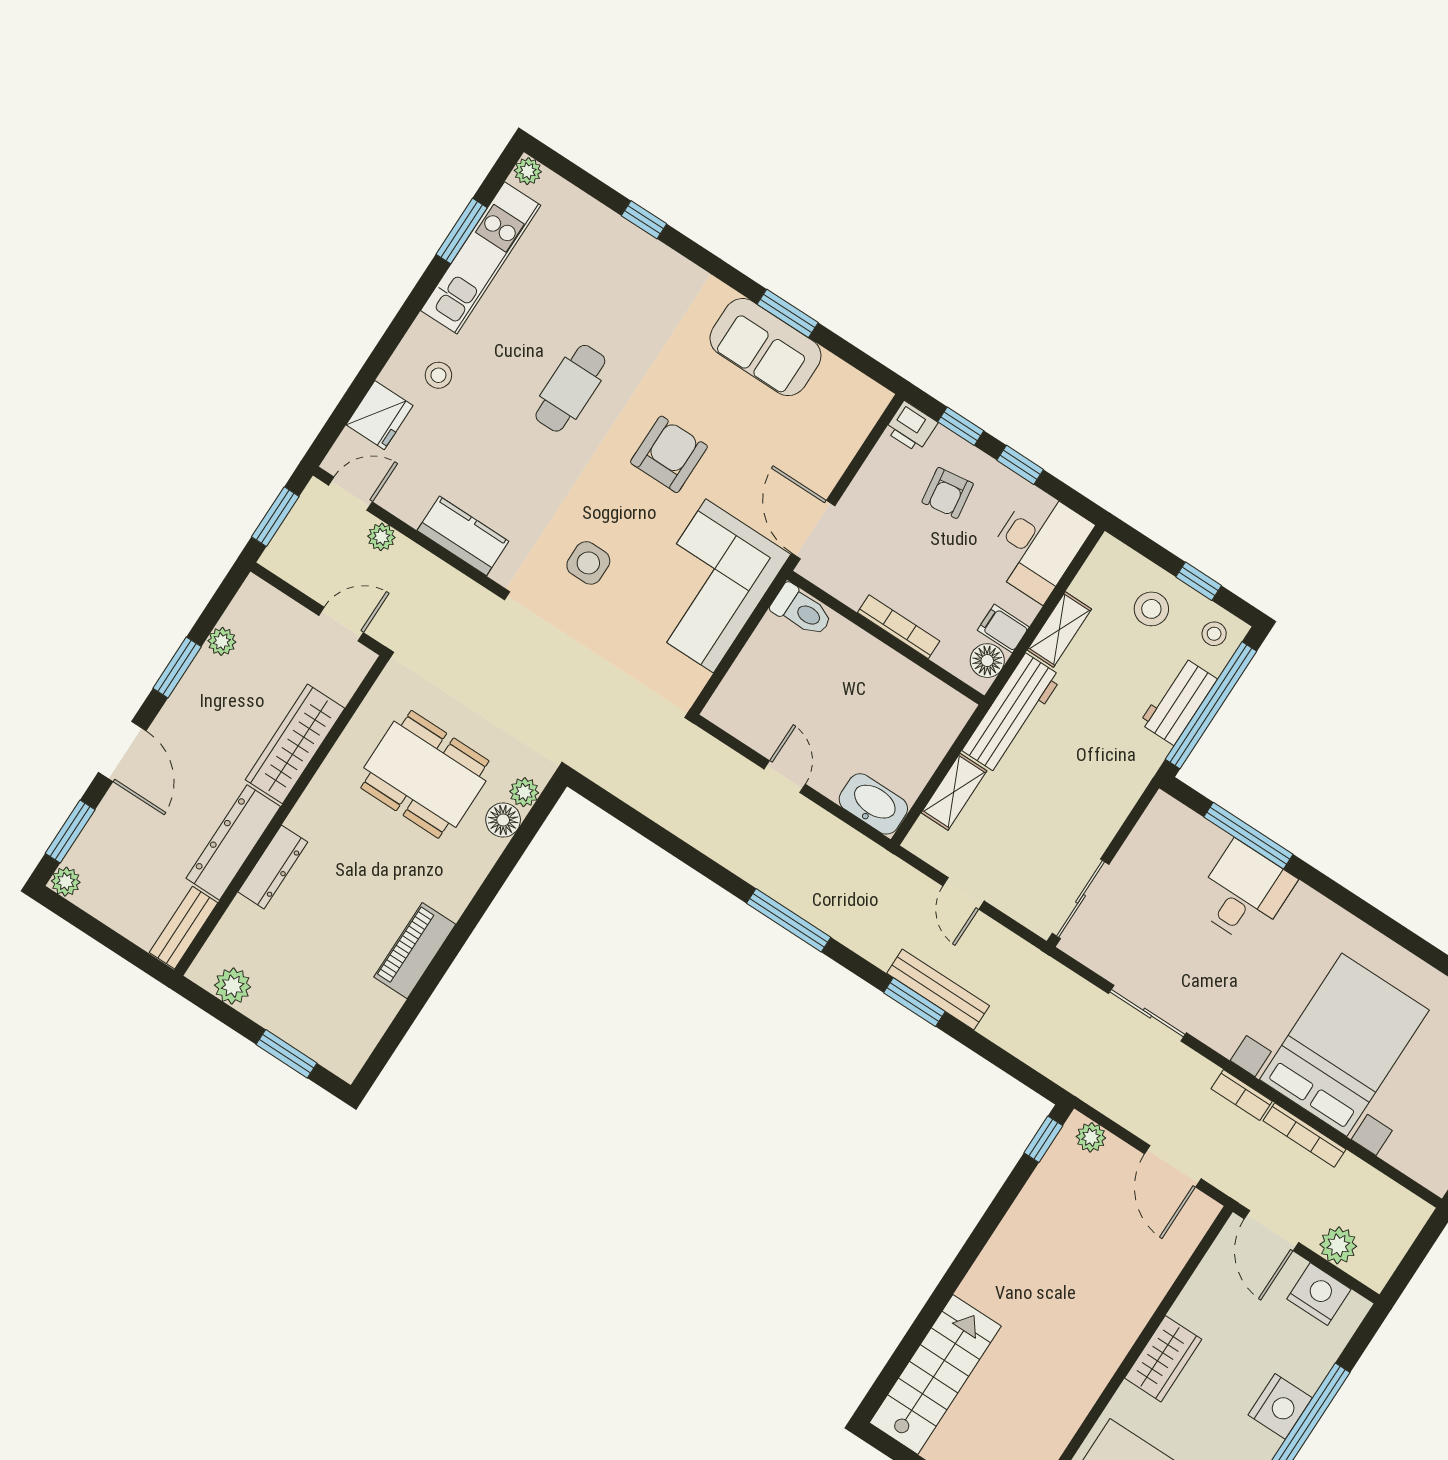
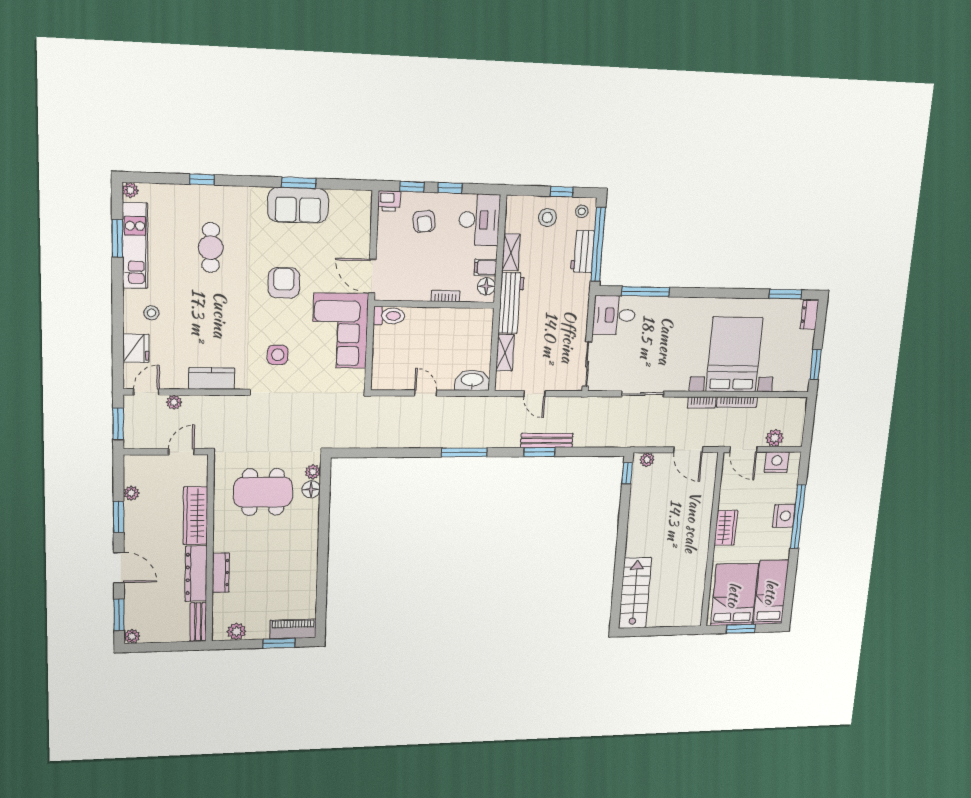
cafe table: (570, 388) -> (211, 248), moved
bookcase: (899, 627) -> (445, 296), width x0.64
desk: (1244, 893) -> (614, 315), moved, turned -90
piano: (415, 951) -> (293, 629), moved, turned 90

